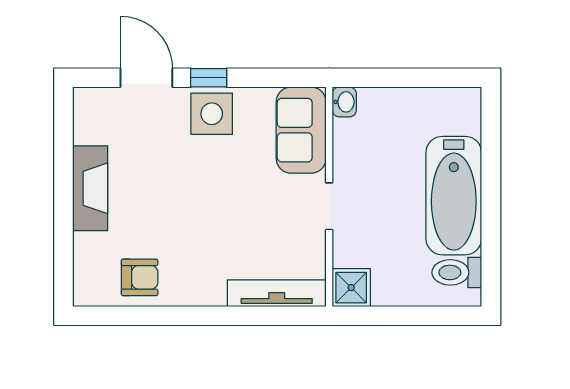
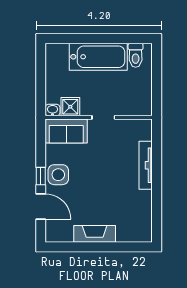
door: (146, 78) -> (41, 207), swing flipped
armchair: (140, 277) -> (138, 210), removed
shower: (351, 288) -> (70, 107), moved
tv unit: (277, 293) -> (146, 165), moved

